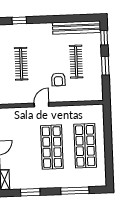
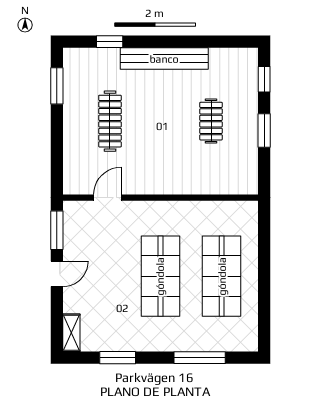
bench: (77, 28) -> (164, 59), moved
clothes rail: (76, 62) -> (211, 121), width x0.73
armchair: (58, 79) -> (177, 153), removed
door: (41, 105) -> (107, 198), moved

